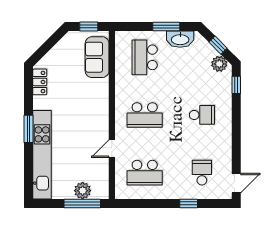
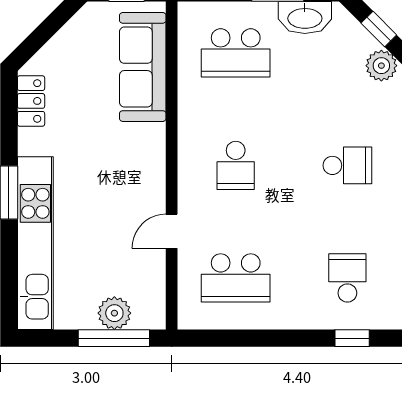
sofa: (97, 57) -> (143, 67), width x1.36
school desk: (145, 57) -> (236, 53), turned -90
school desk: (145, 115) -> (236, 165), width x0.54
window: (189, 203) -> (352, 338), moved

